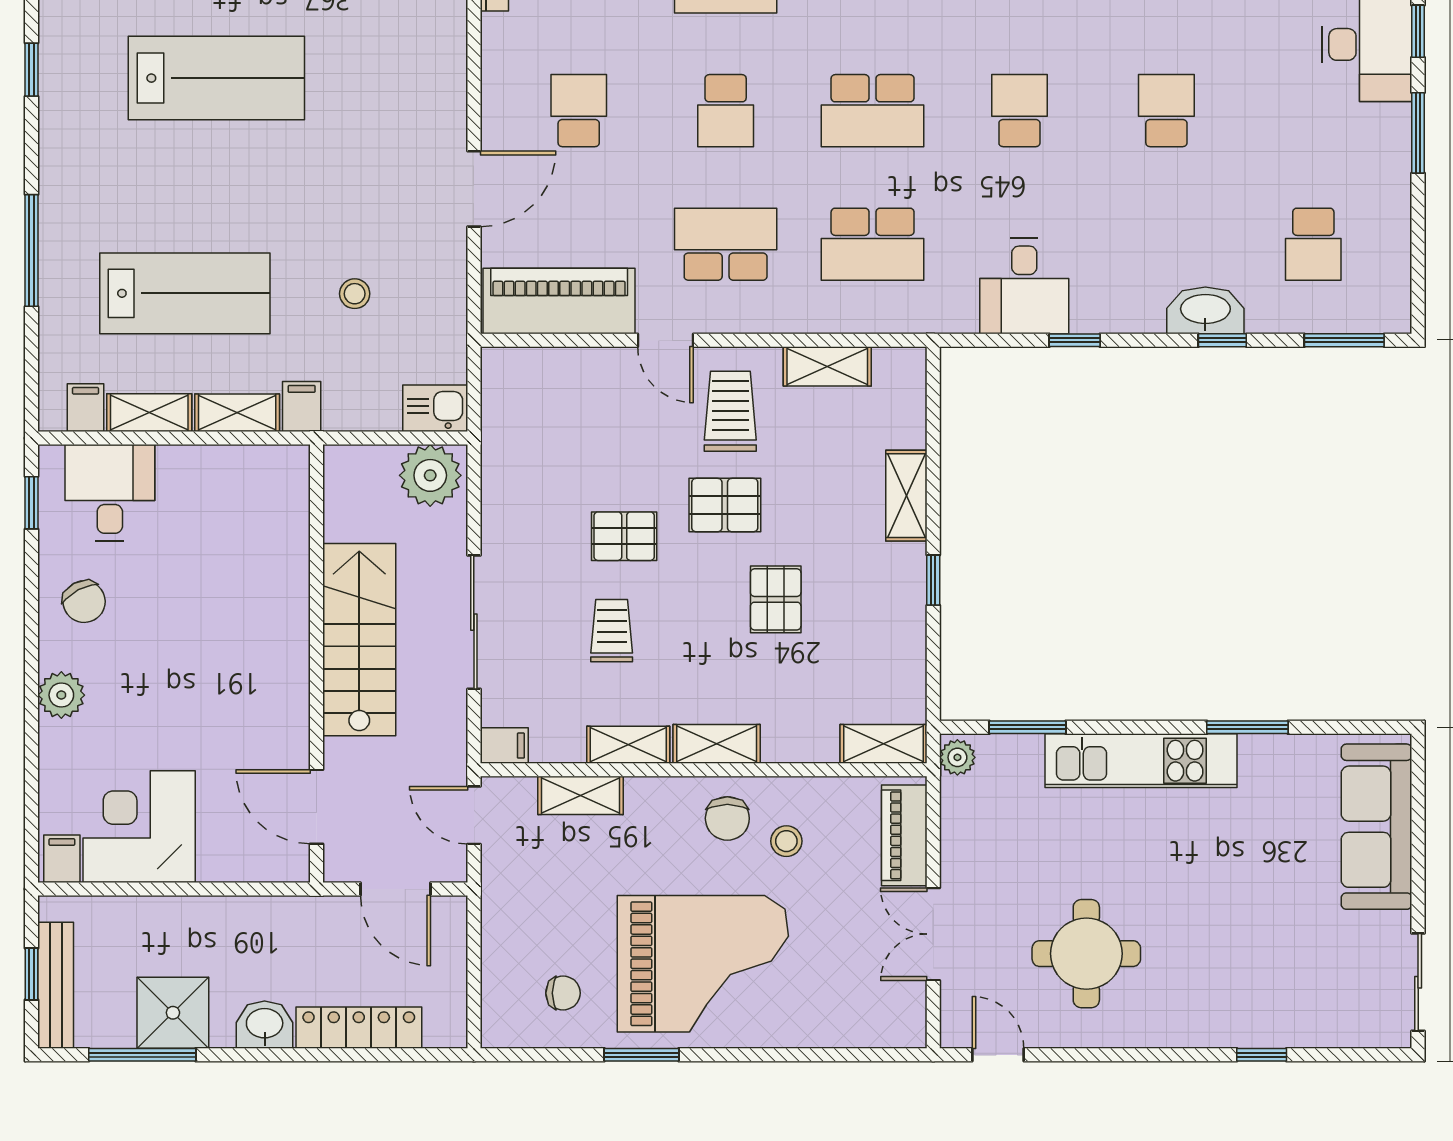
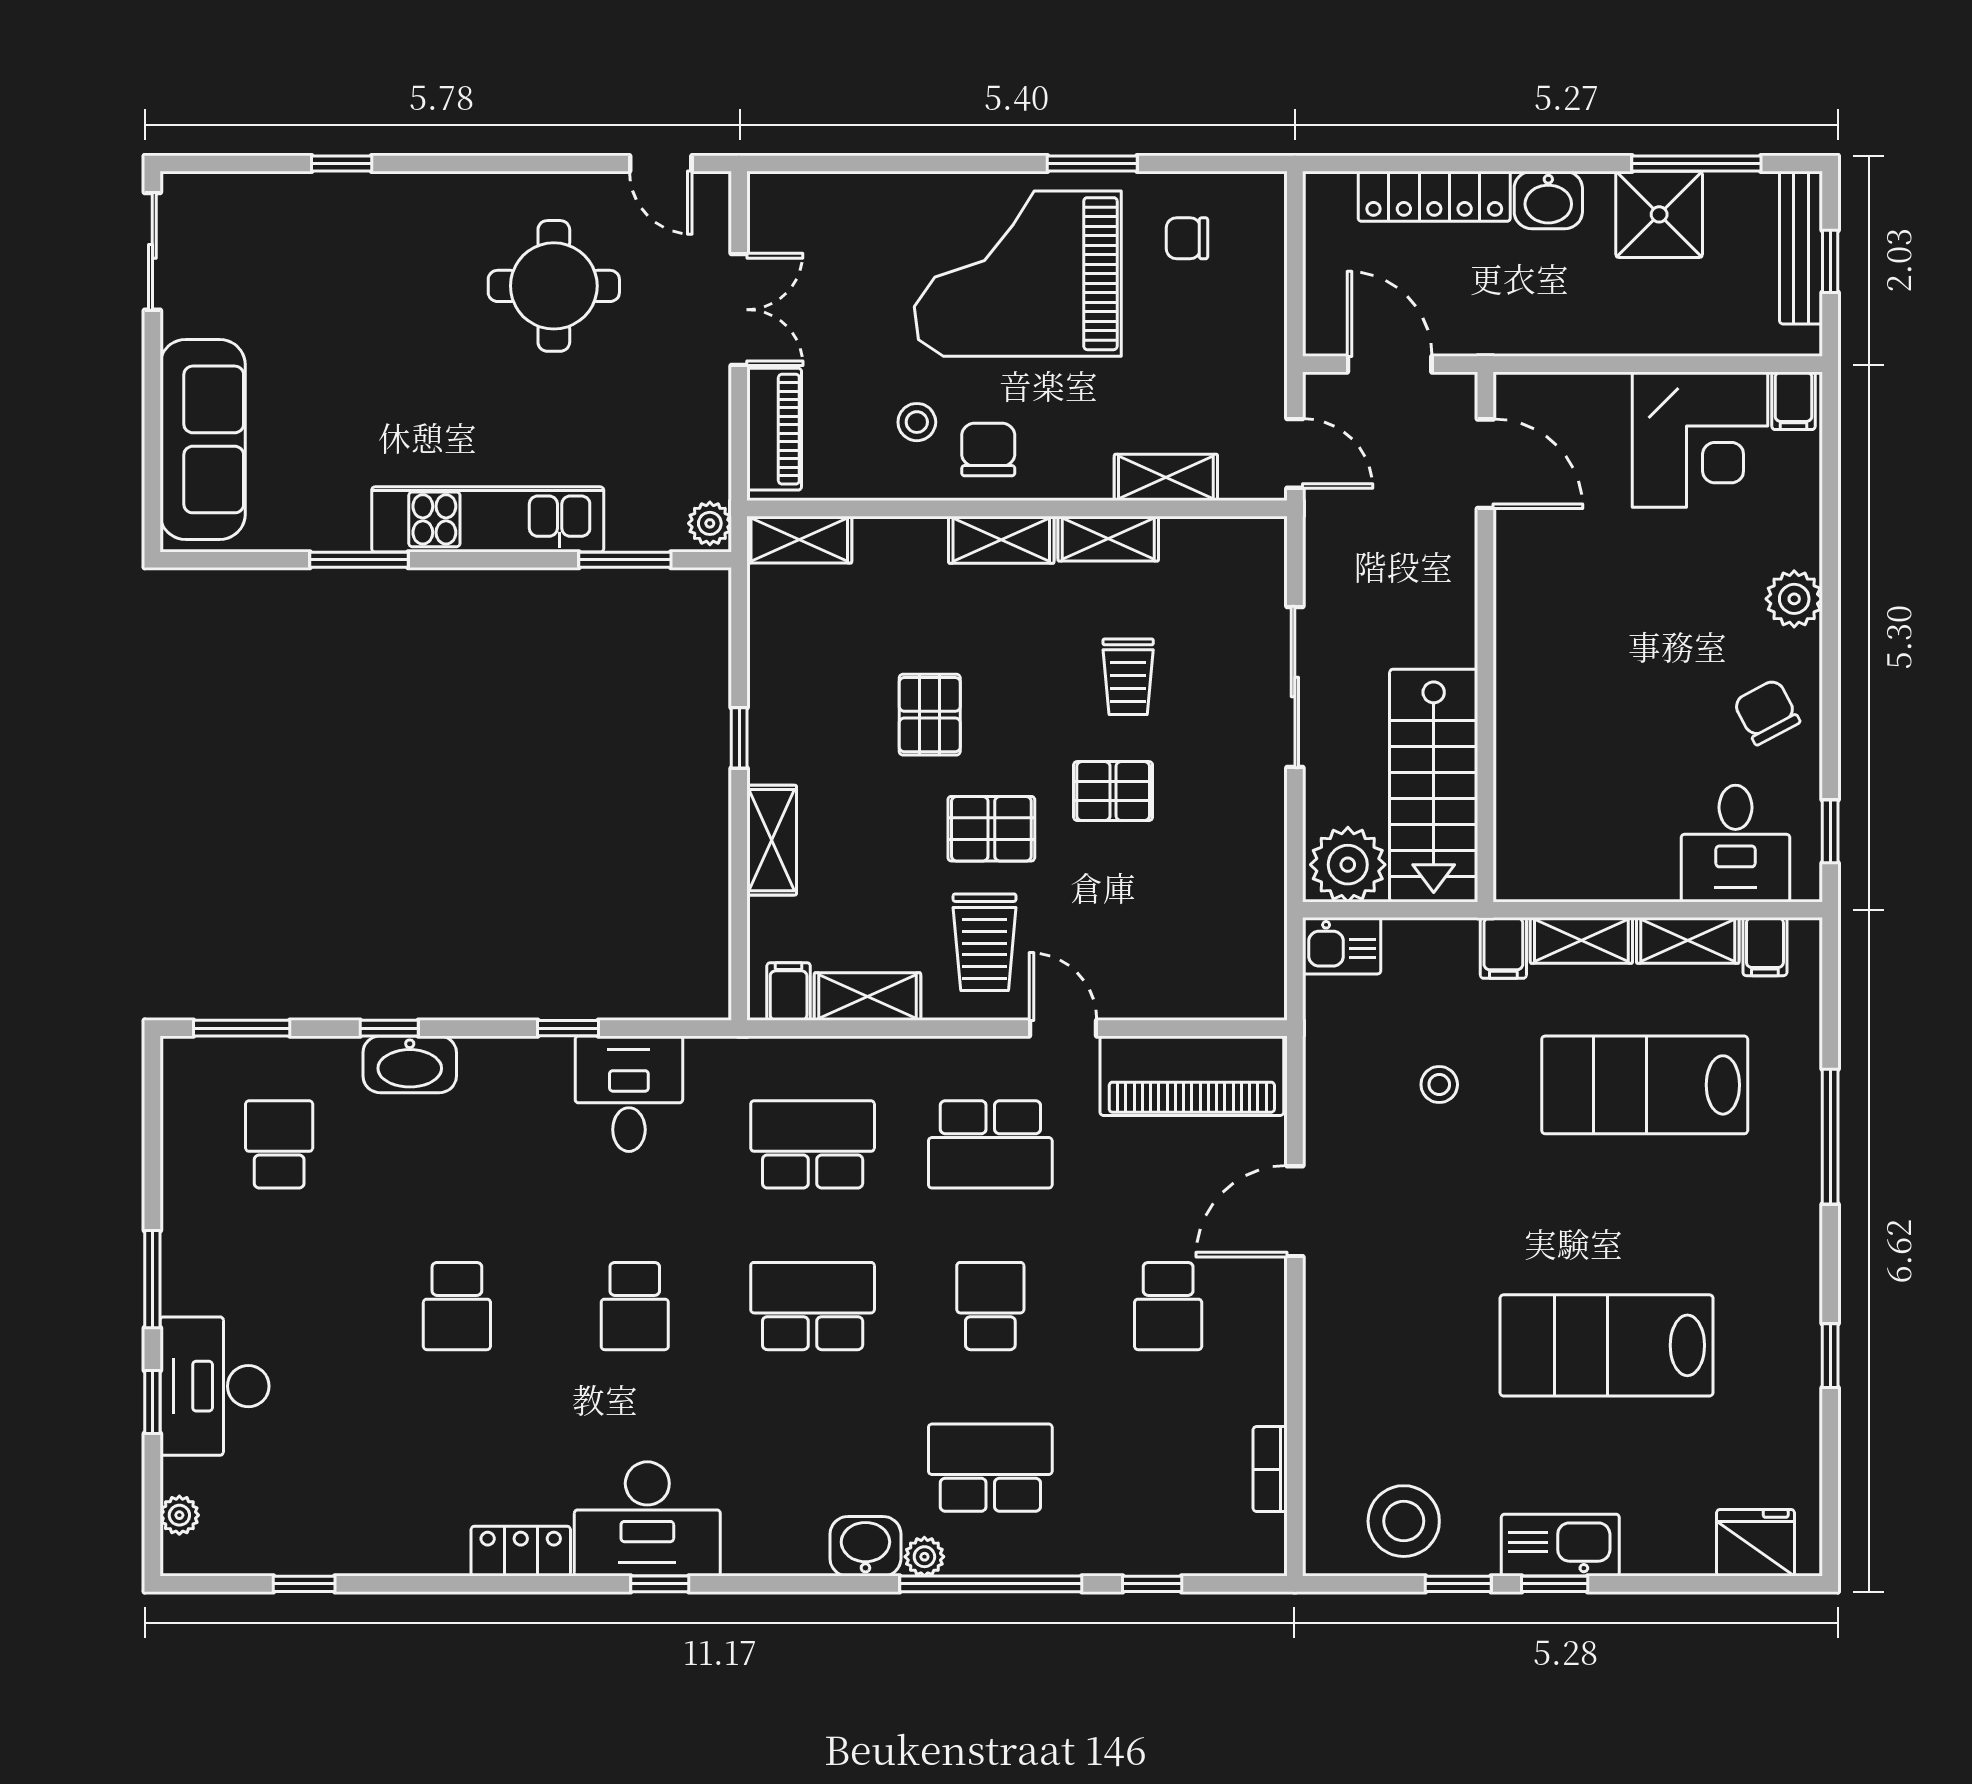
stairs: (359, 640) -> (1434, 786), moved
filing cabinet: (504, 746) -> (789, 991), moved, turned 90

